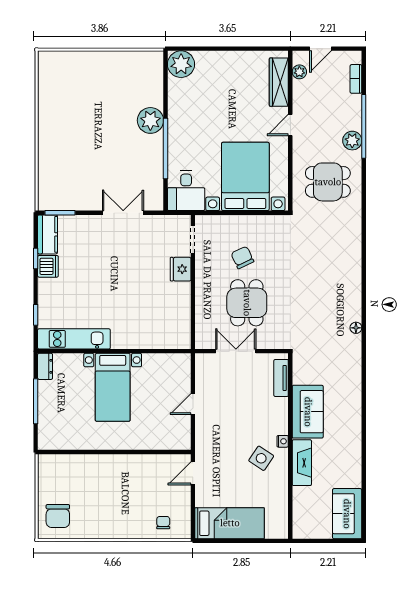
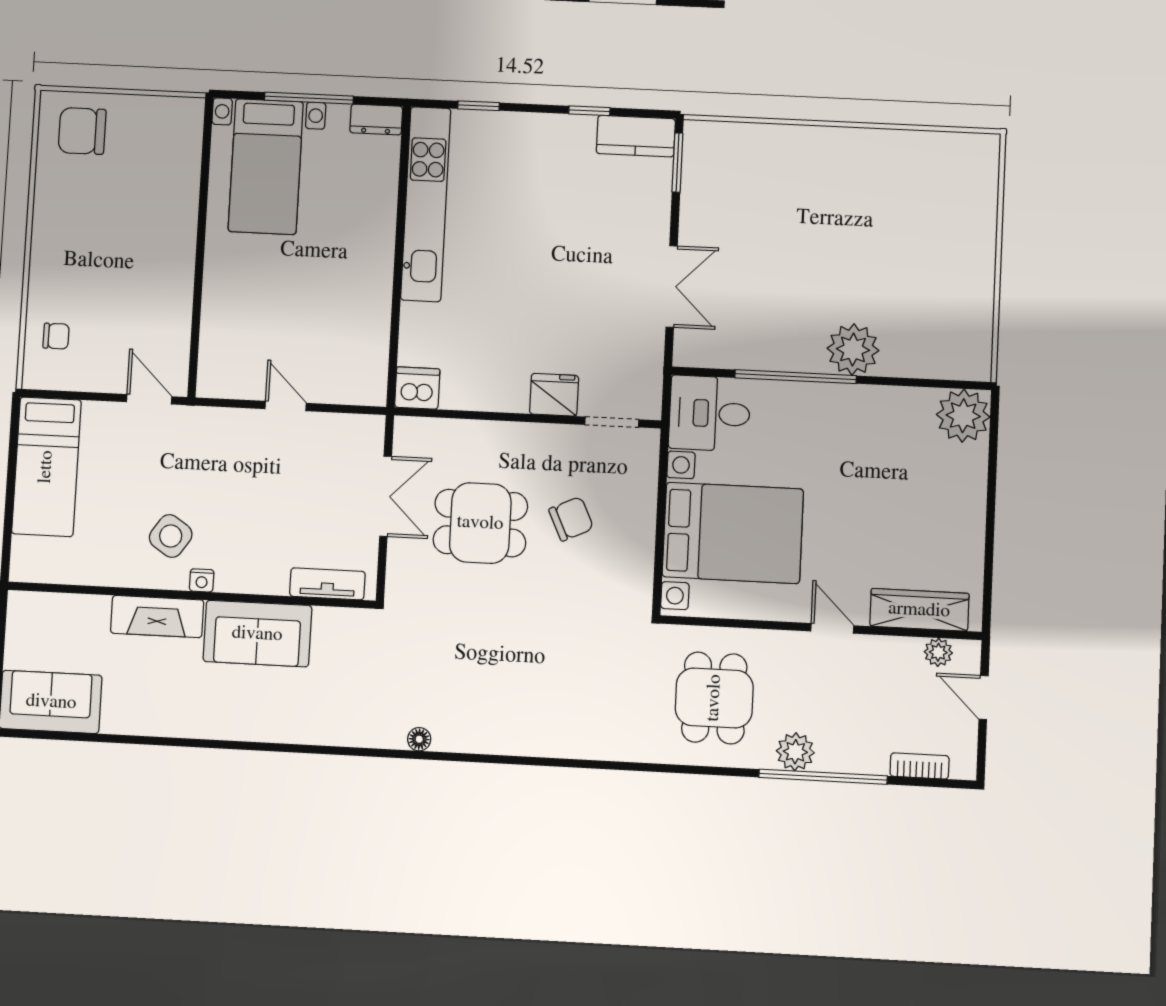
dishwasher: (48, 266) -> (417, 388), moved, turned 180
kitchen unit: (74, 339) -> (426, 204), width x1.36
bed with nightstands: (113, 387) -> (266, 167), moved, turned -90

